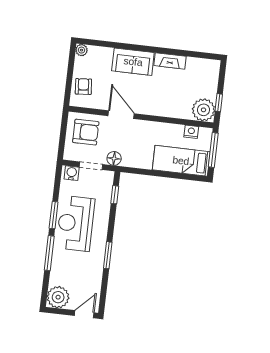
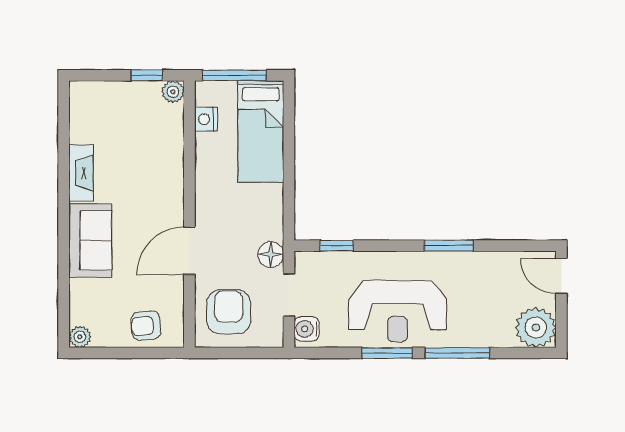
plant: (204, 110) -> (173, 92), width x0.53, depth x0.53

